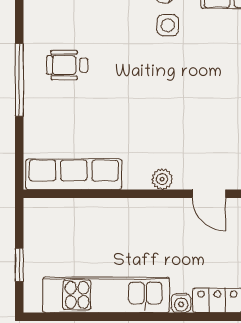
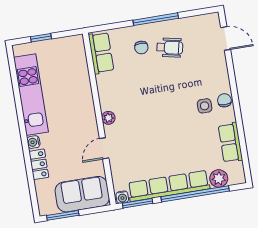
wheelchair: (67, 65) -> (170, 48), turned 102
chair: (60, 110) -> (141, 47), added
row of seats: (74, 174) -> (101, 53), width x0.68

